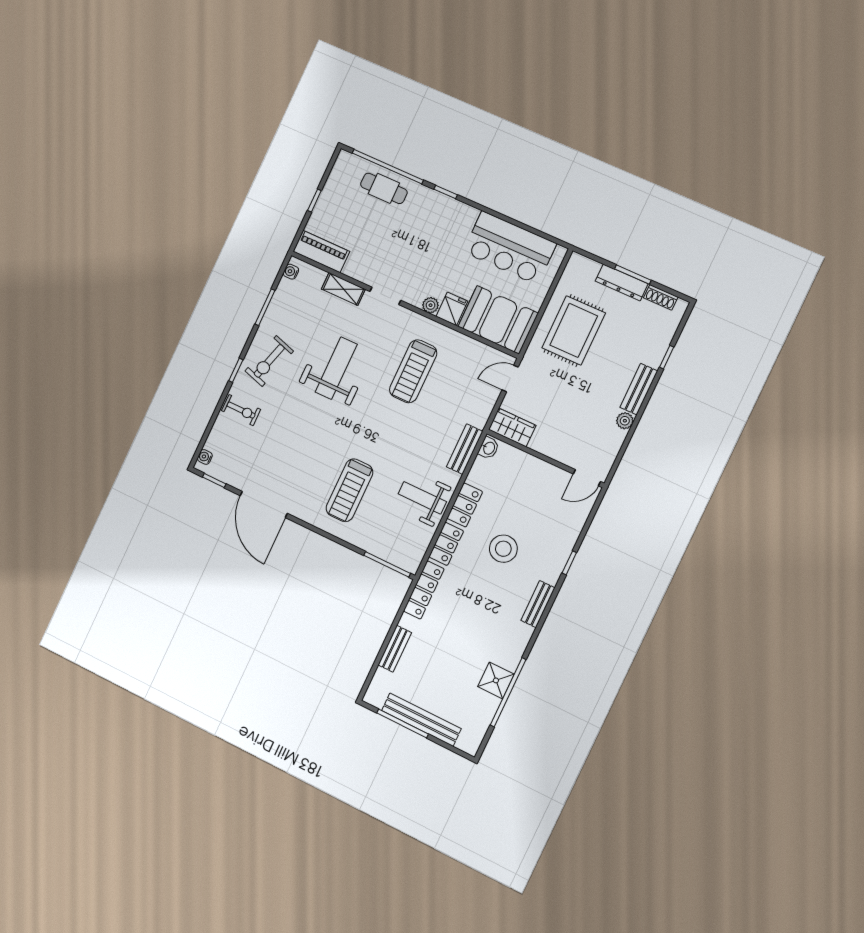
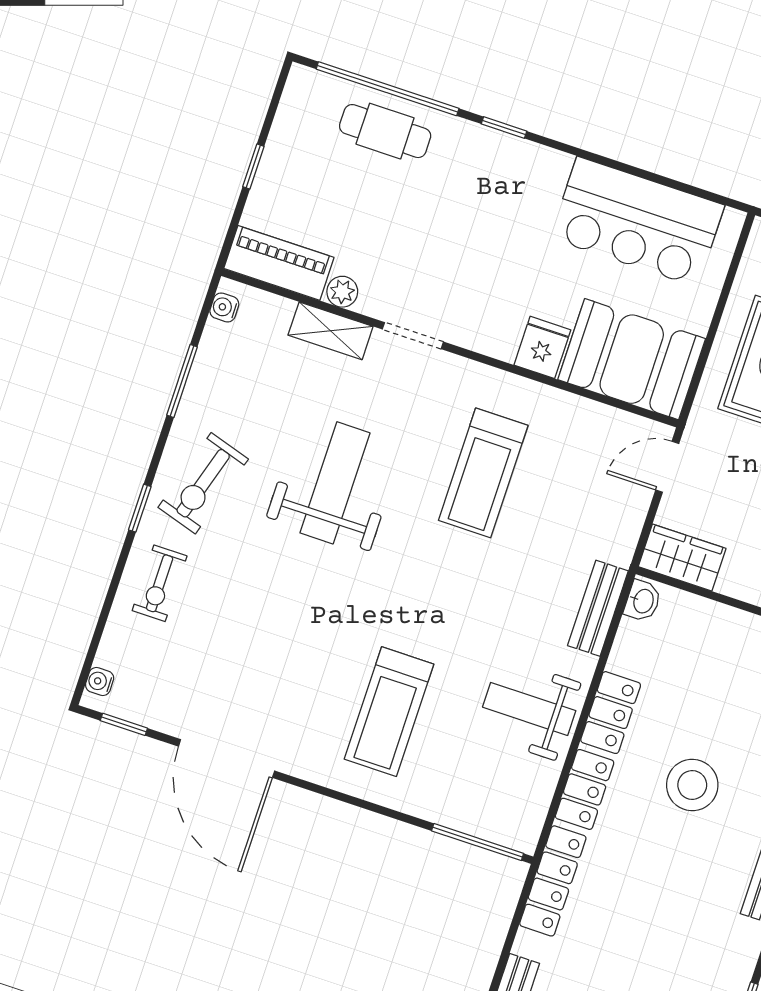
plant: (431, 305) -> (342, 292), moved
exercise bike: (241, 410) -> (160, 583), turned 90

